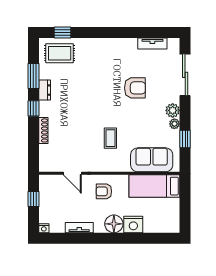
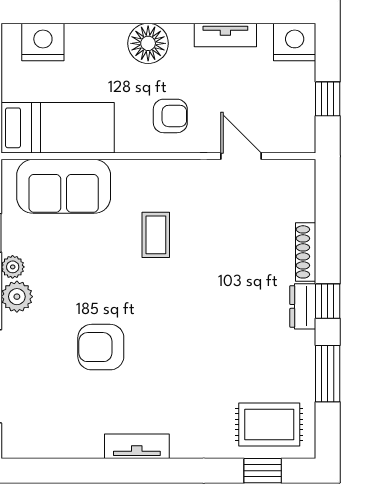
tv unit: (152, 44) -> (137, 446), moved
dresser: (45, 90) -> (303, 306), moved
nightstand: (133, 224) -> (43, 42), moved
nightstand: (44, 228) -> (295, 42), width x1.89, depth x1.79

